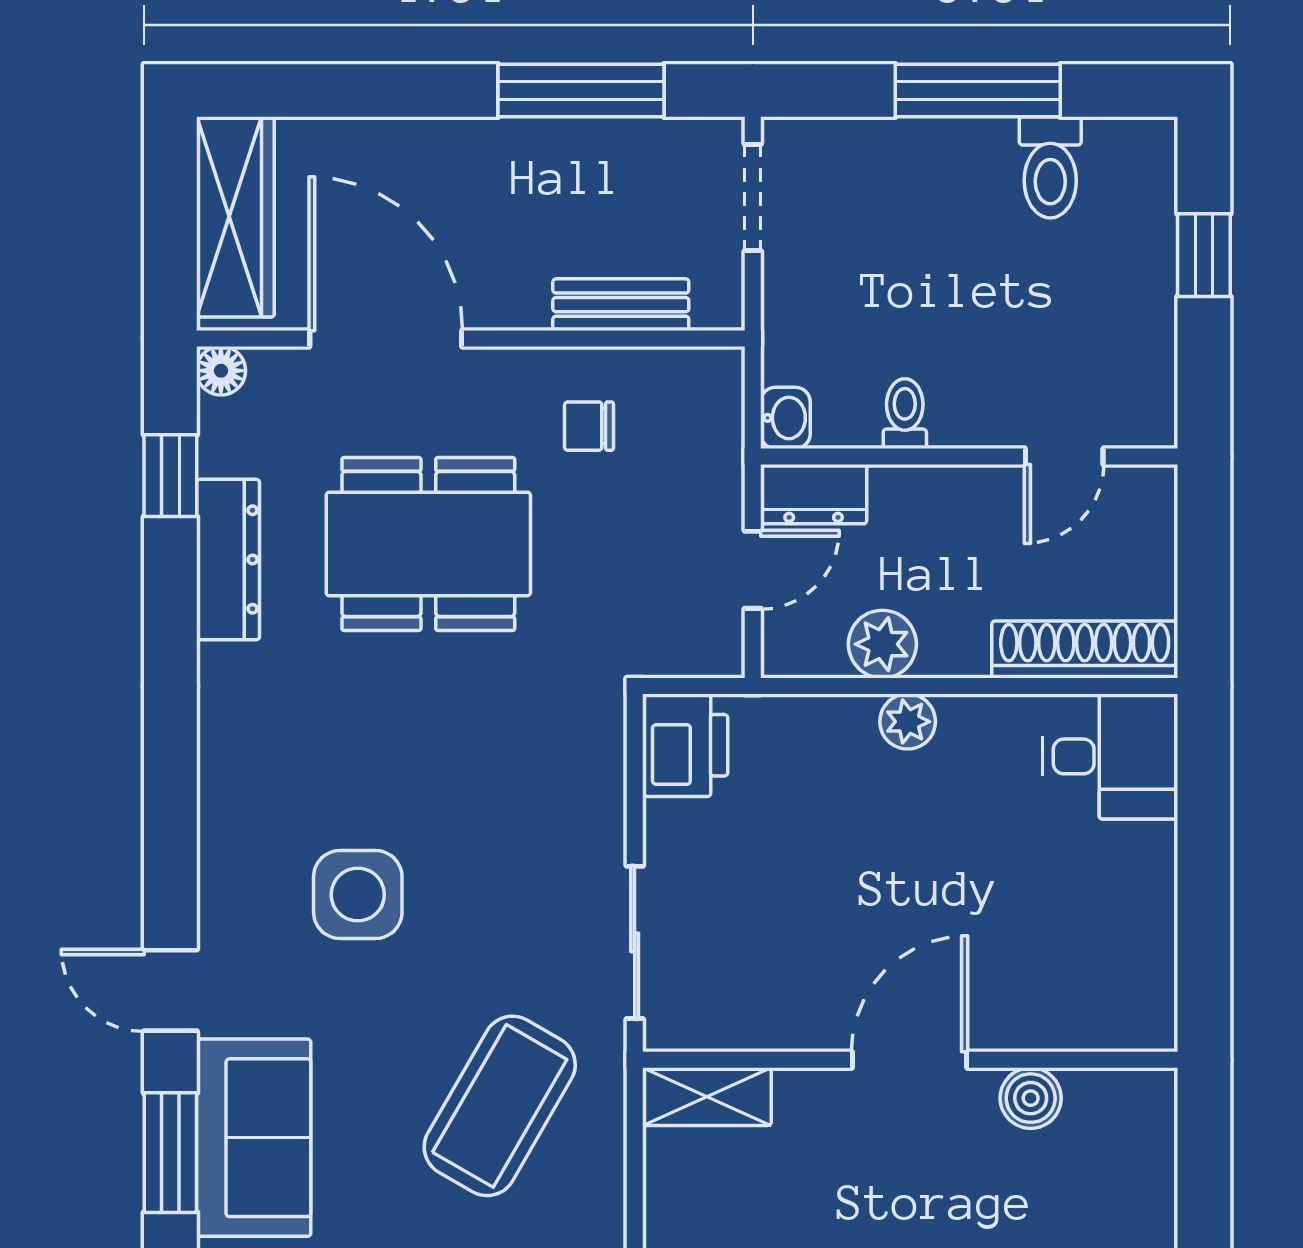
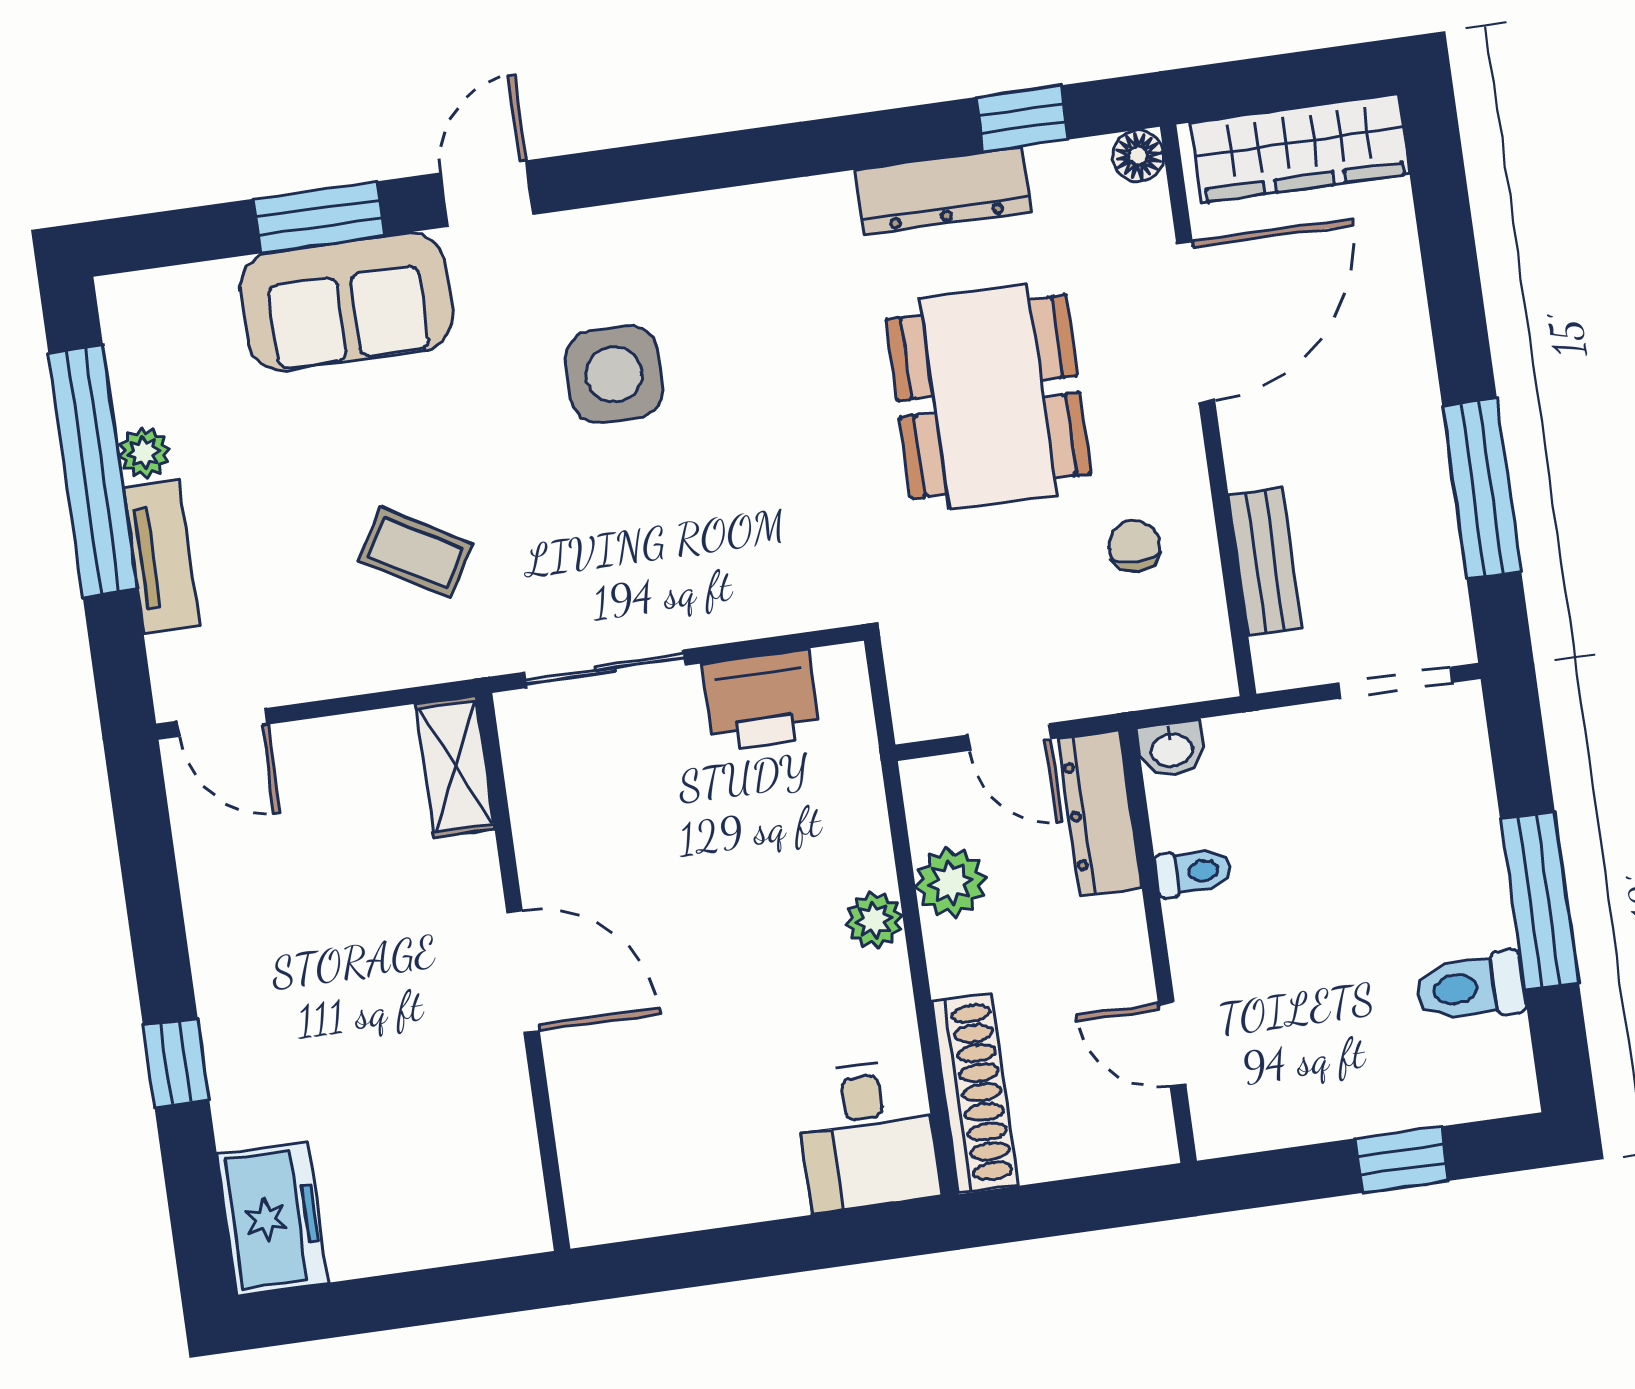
dresser: (814, 494) -> (1100, 813), width x1.44
printer: (685, 745) -> (761, 700), moved
boiler: (1031, 1098) -> (501, 1103), removed
coffee table: (500, 1106) -> (415, 553), width x0.54, depth x0.58

